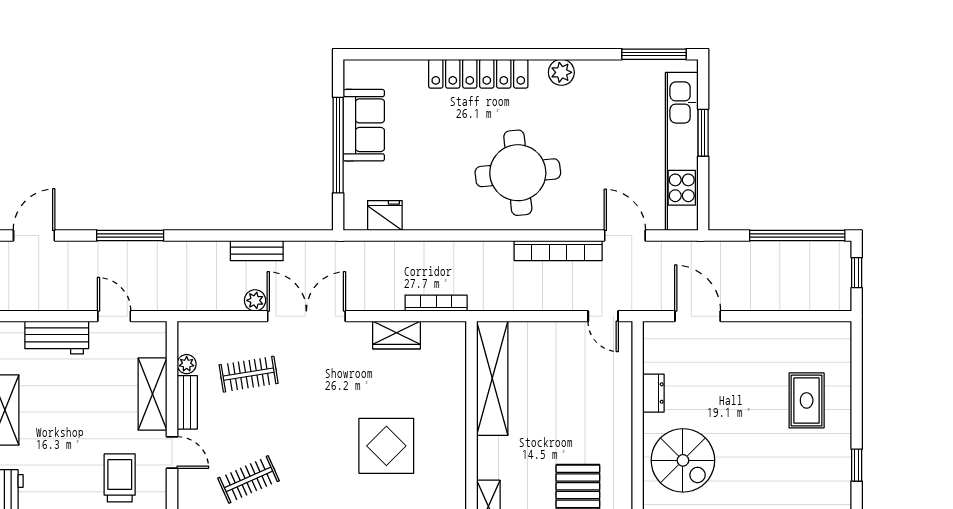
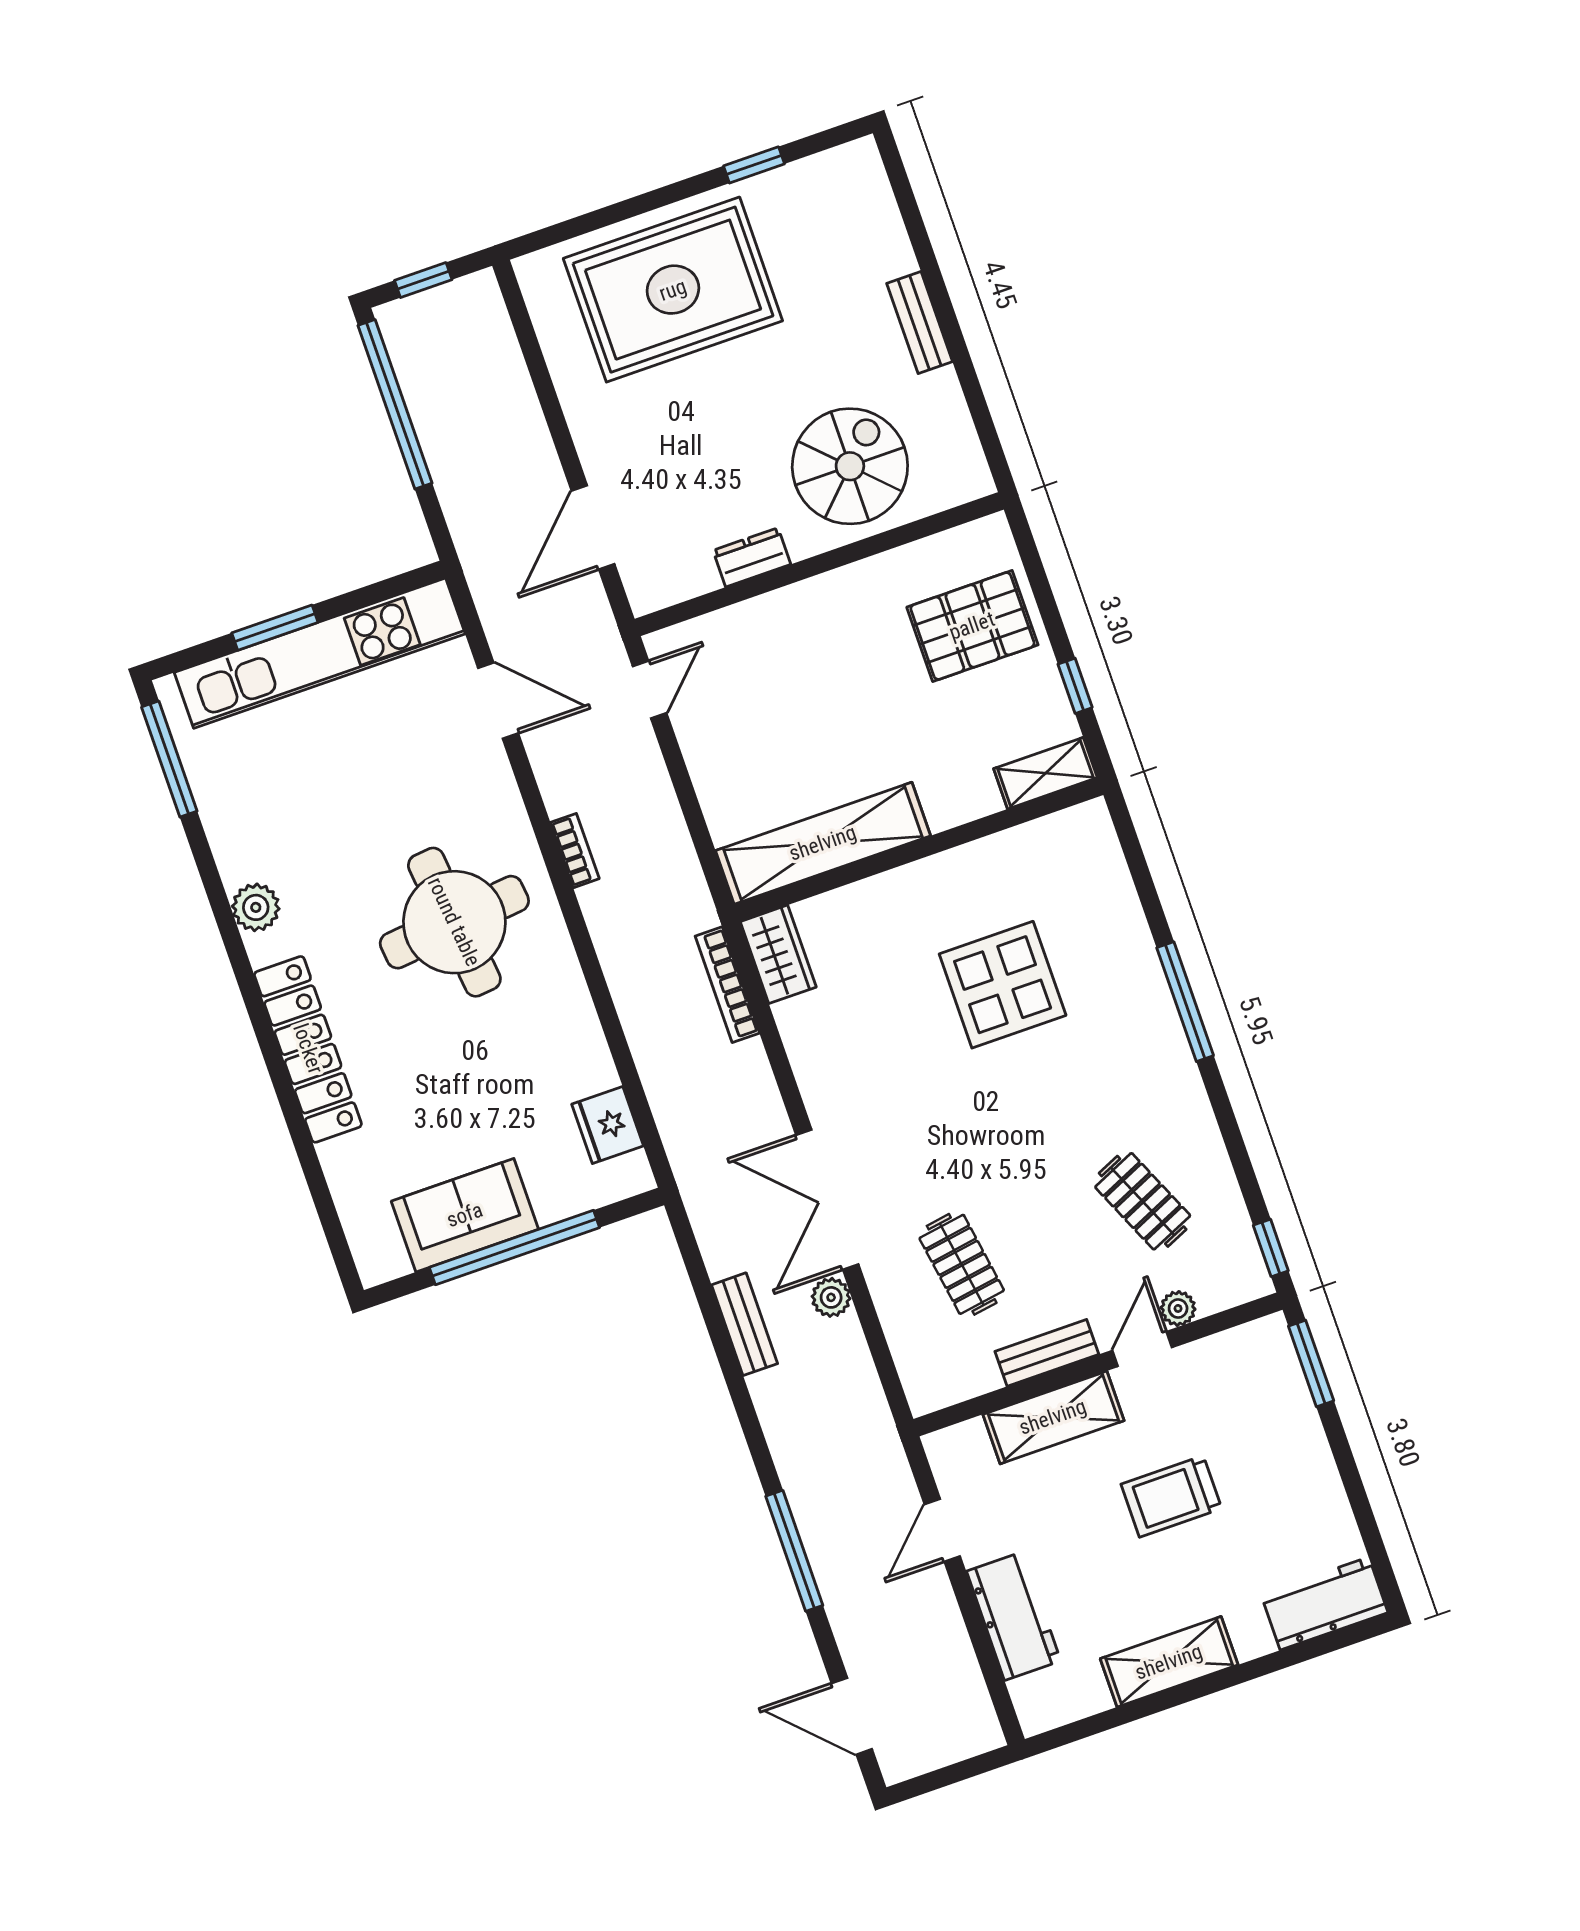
door: (625, 235) -> (498, 701), swing flipped
bookcase: (558, 251) -> (575, 851), width x0.43, depth x0.76
wardrobe: (397, 335) -> (778, 954), moved
plant: (187, 364) -> (1178, 1308), moved
rug: (807, 400) -> (673, 290), width x1.86, depth x2.06
trolley: (120, 478) -> (1171, 1496), moved

